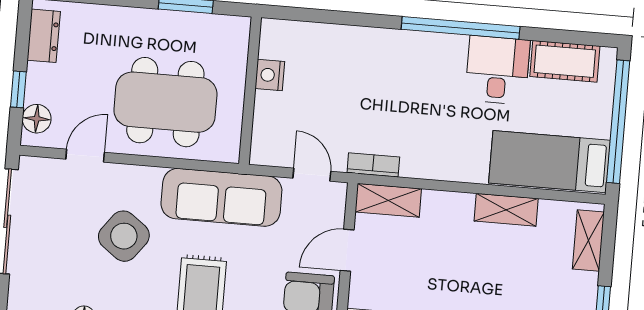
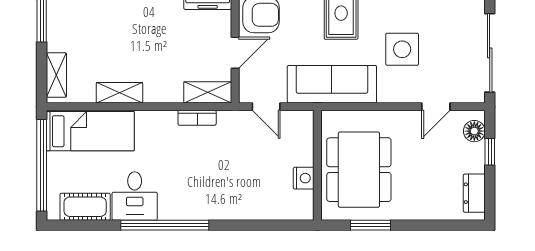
dining table: (165, 102) -> (359, 170), moved, turned 90
bookcase: (373, 165) -> (197, 118), moved
side table: (124, 236) -> (402, 49), turned -37

